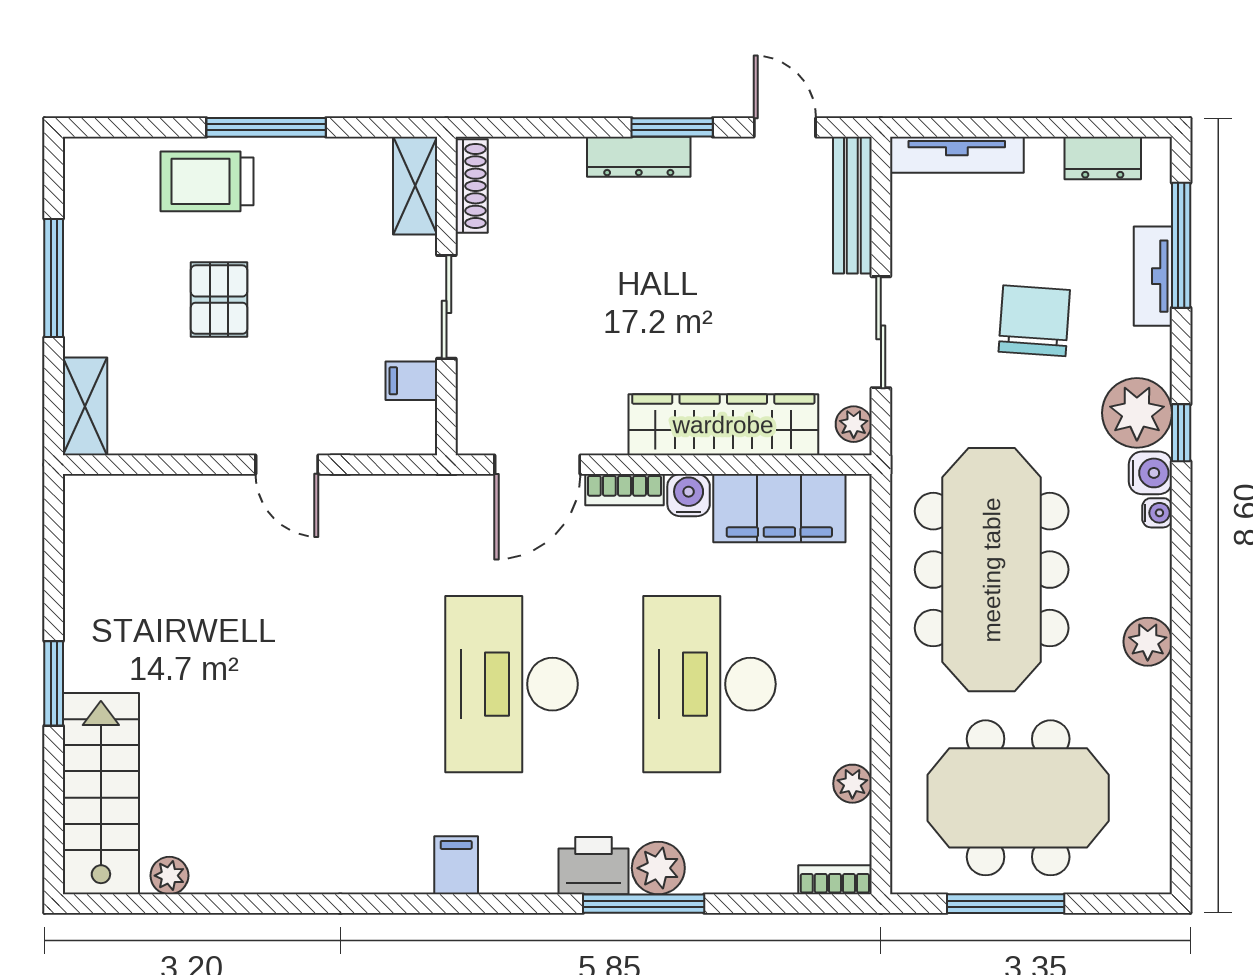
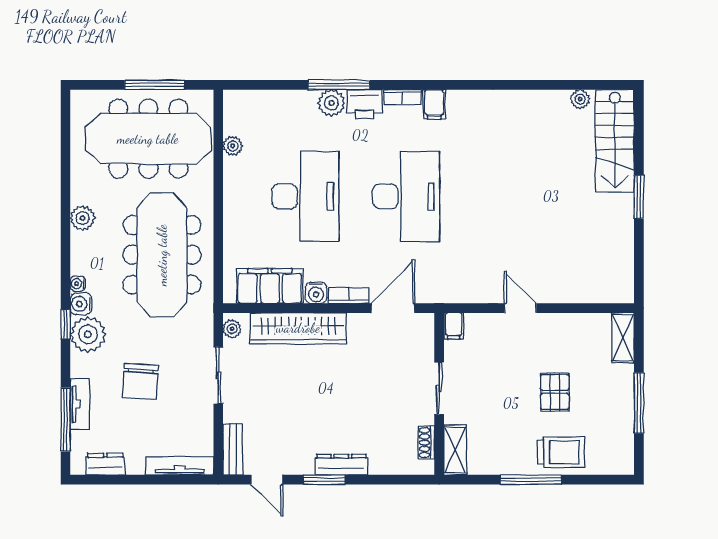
shoe rack: (472, 186) -> (426, 443), width x0.70
bench: (852, 205) -> (233, 449), width x0.73
filing cabinet: (411, 381) -> (454, 326), moved, turned 90
meeting table: (1018, 798) -> (148, 139), width x1.36
bookcase: (835, 880) -> (403, 97), moved

